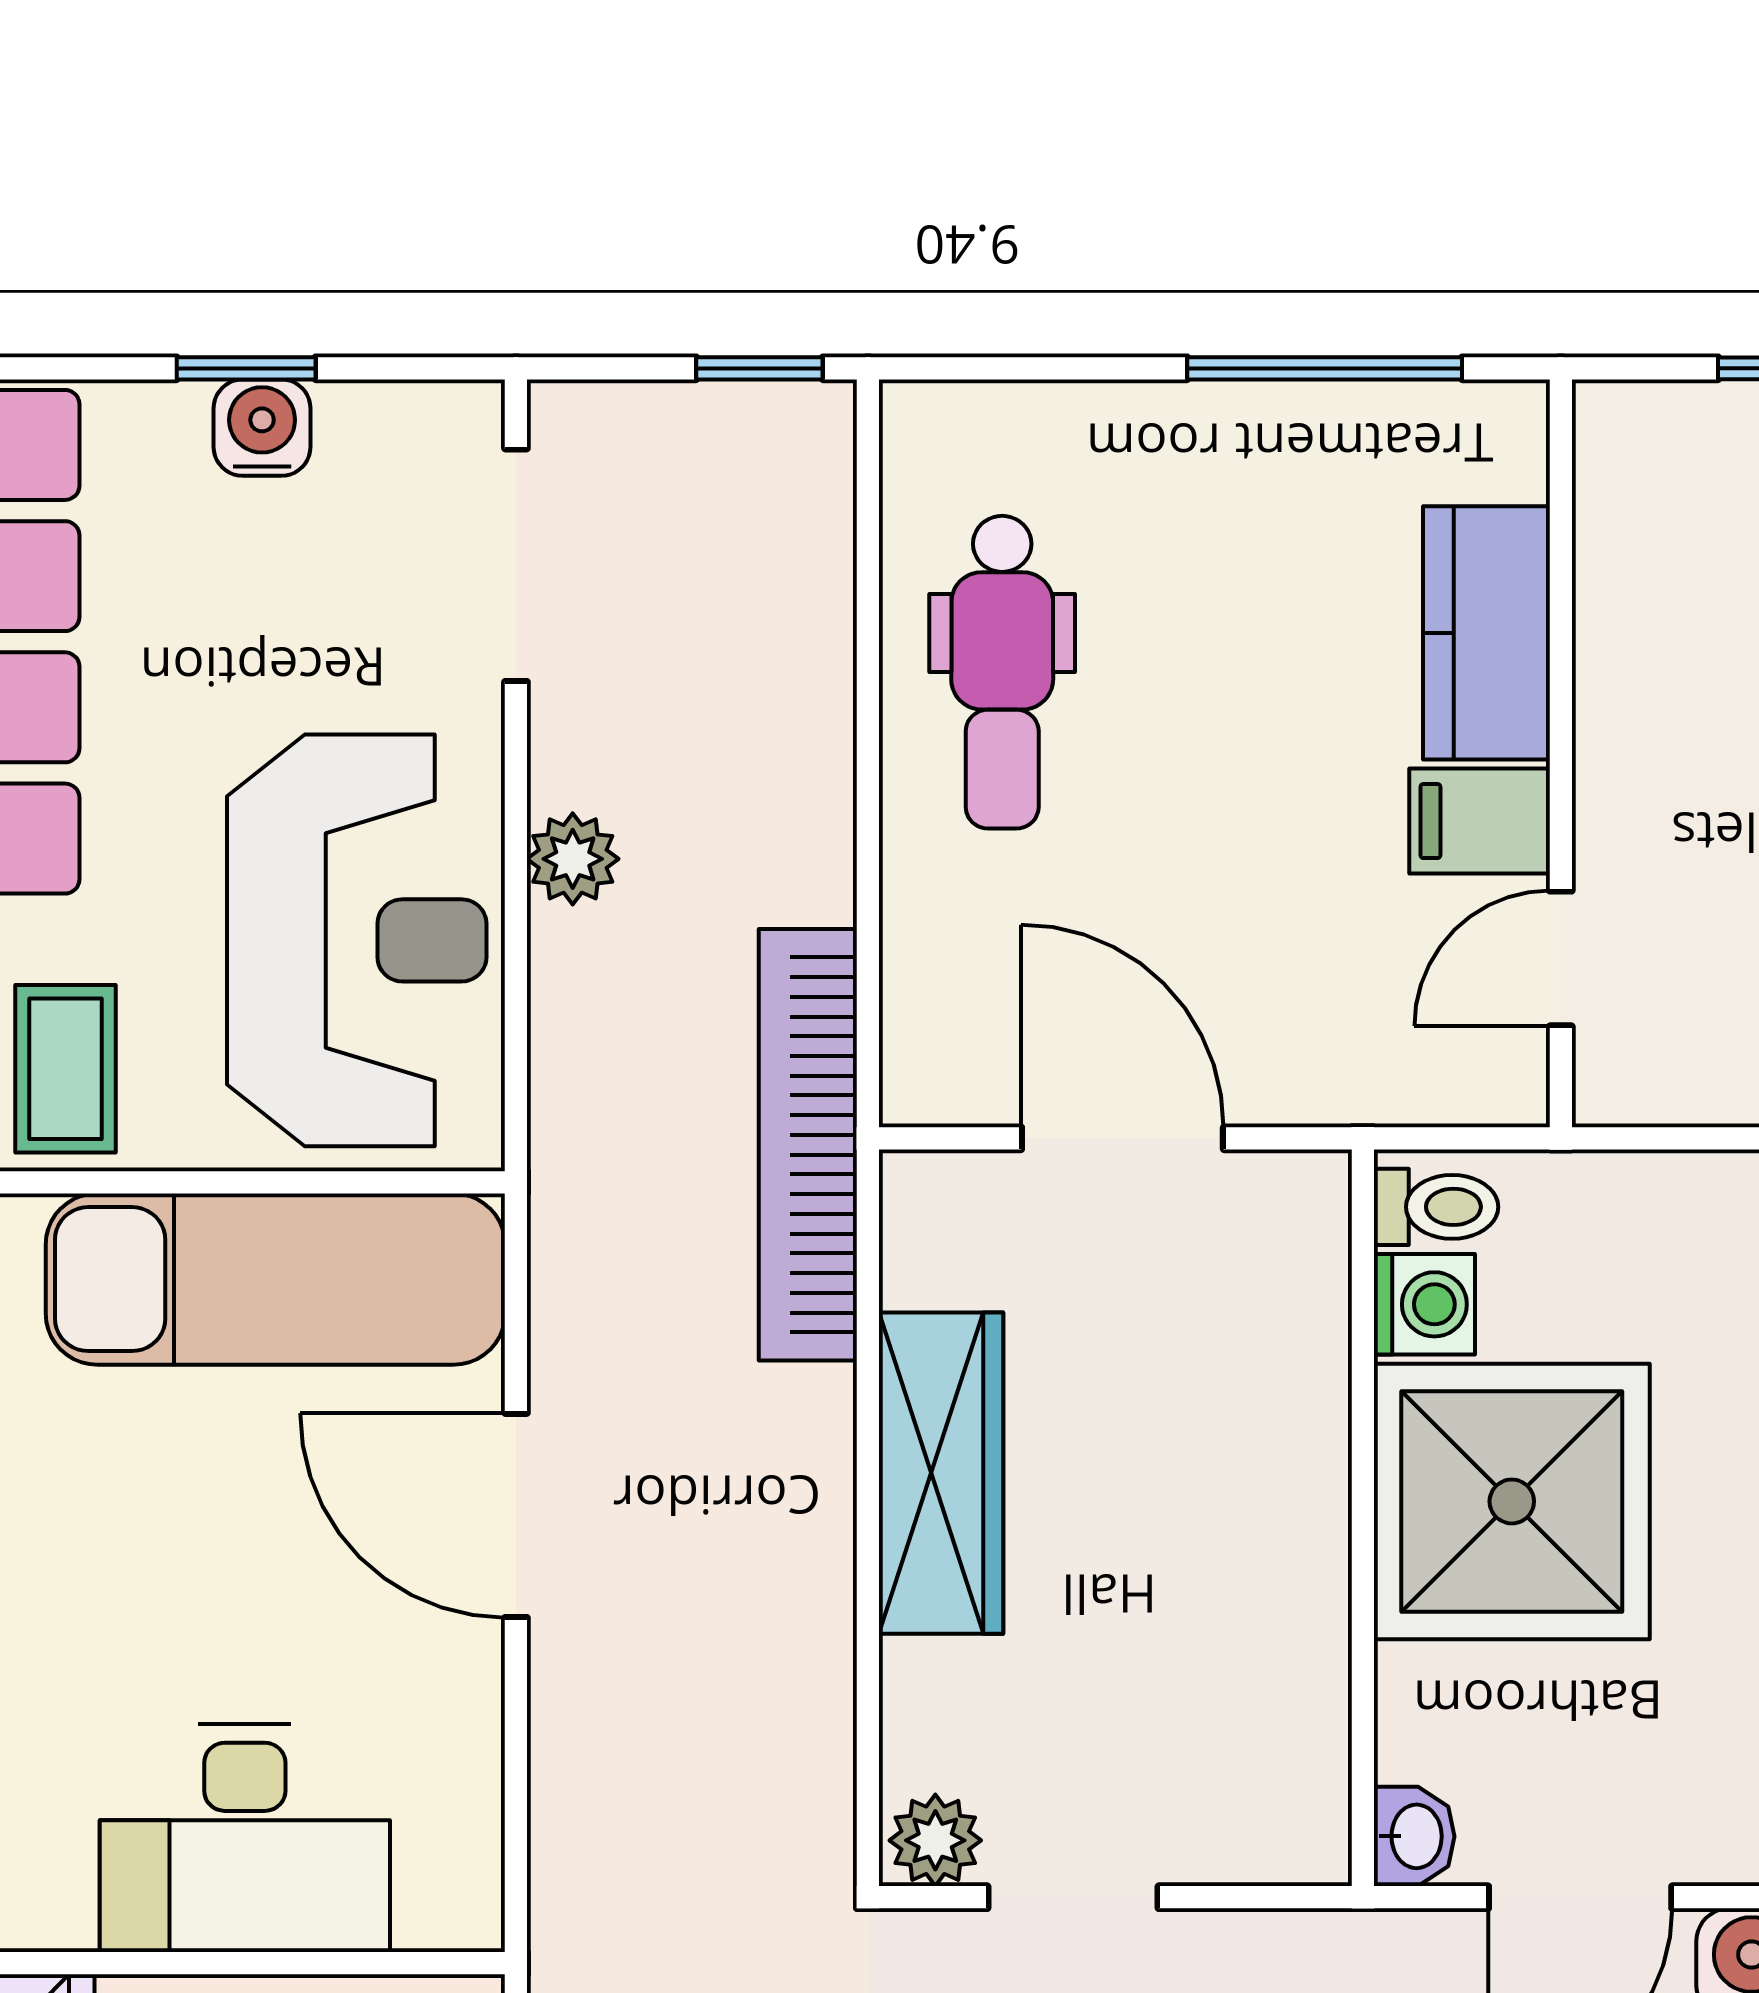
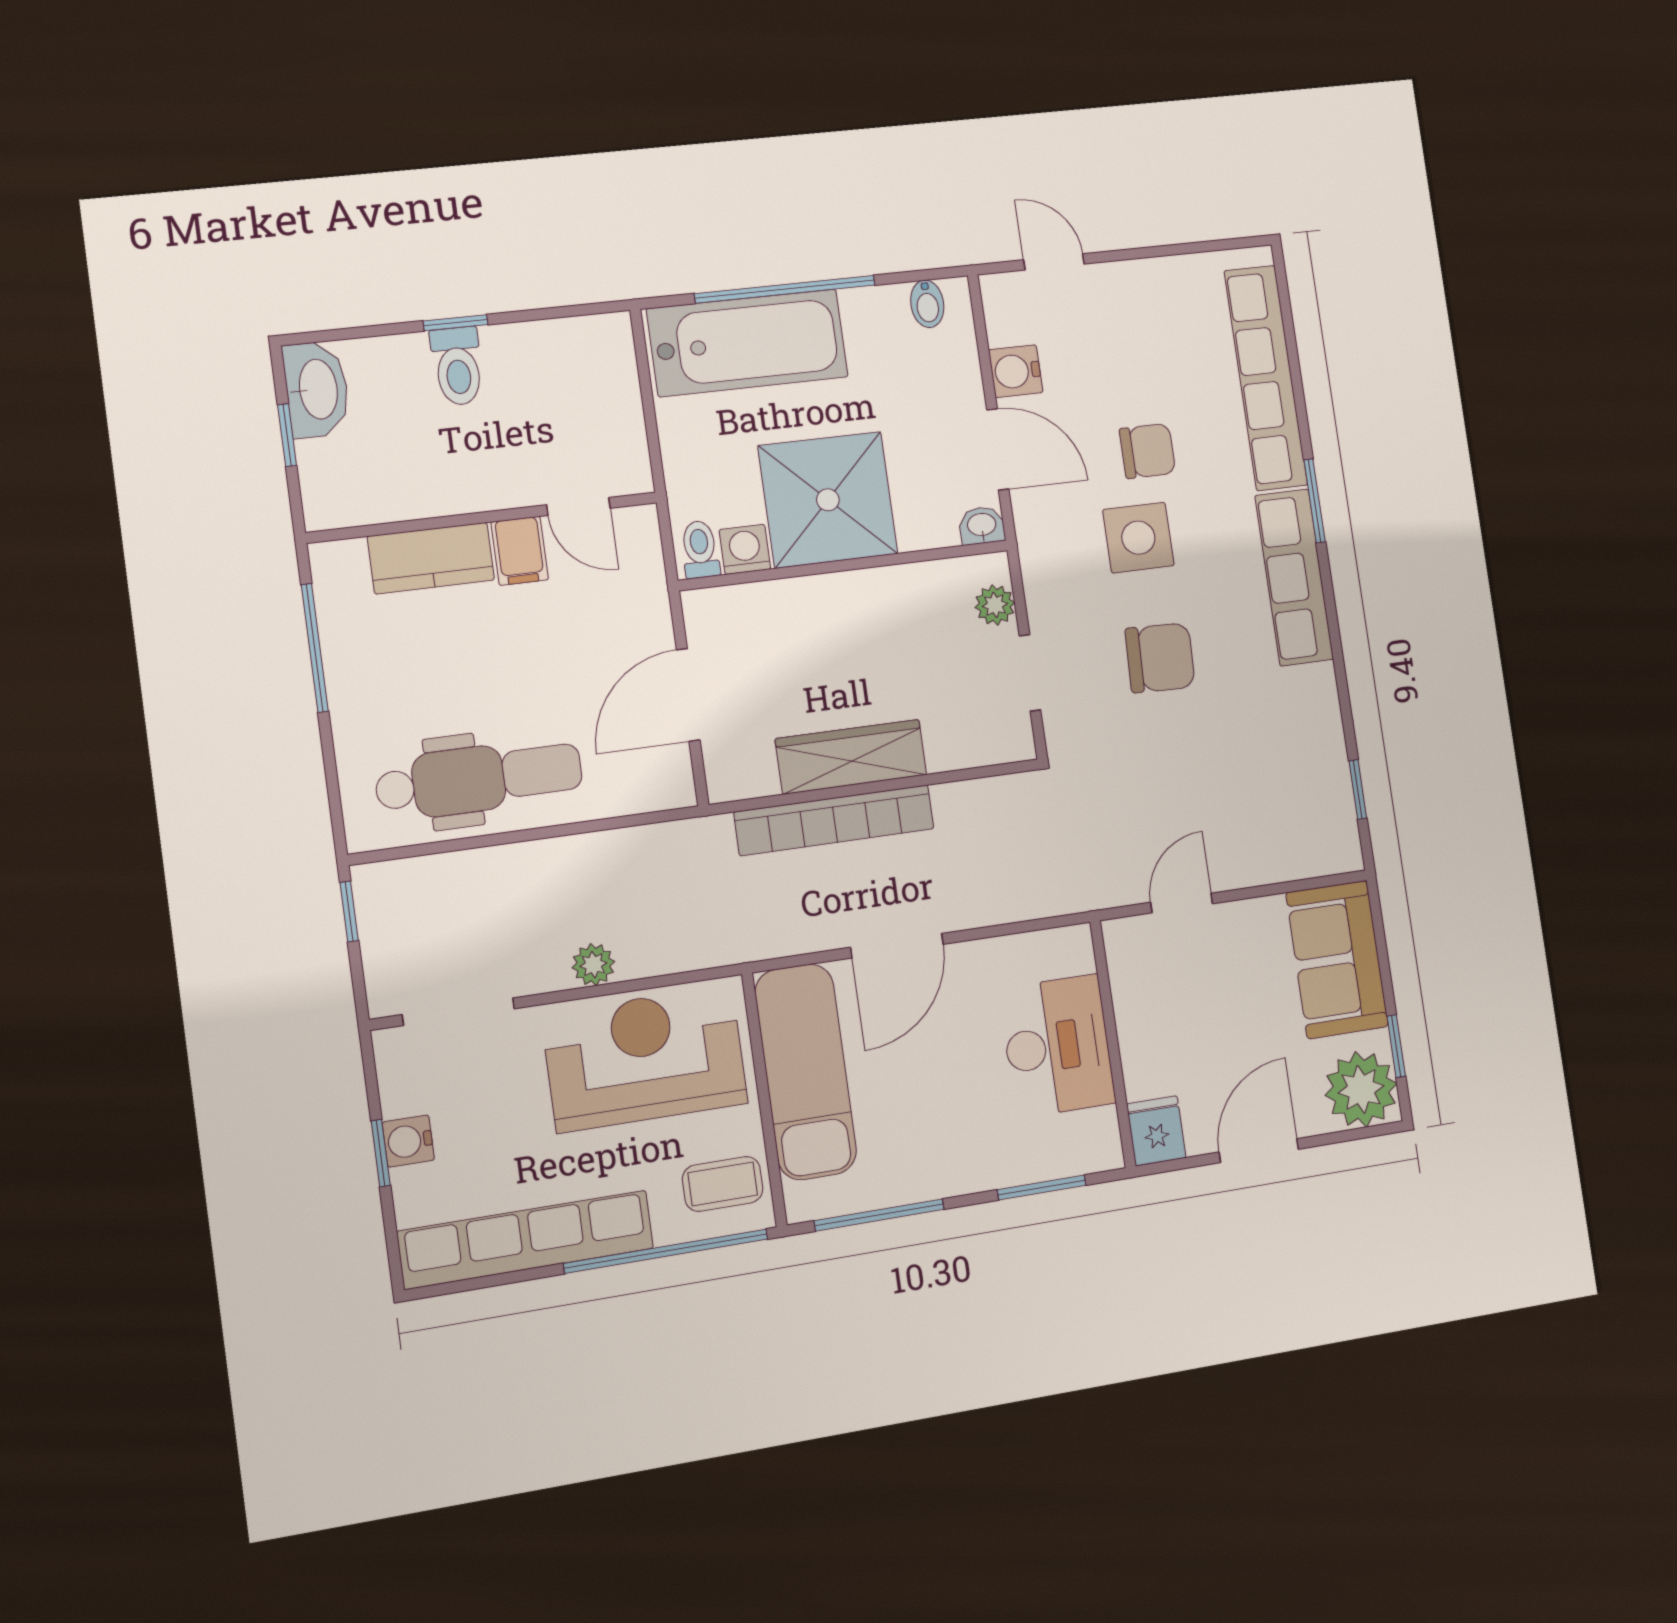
dental chair: (1002, 672) -> (479, 779), width x1.36, depth x1.38
bookcase: (808, 1145) -> (834, 820), moved
plant: (935, 1840) -> (995, 605), moved

